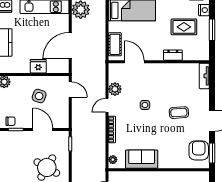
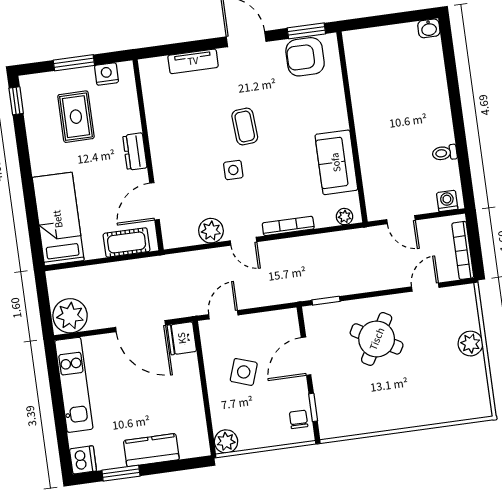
nightstand: (204, 10) -> (106, 74), moved
dresser: (173, 55) -> (135, 152), moved
fridge: (38, 66) -> (182, 338), moved
tv unit: (204, 76) -> (193, 61), moved
coffee table: (179, 113) -> (245, 126), moved

